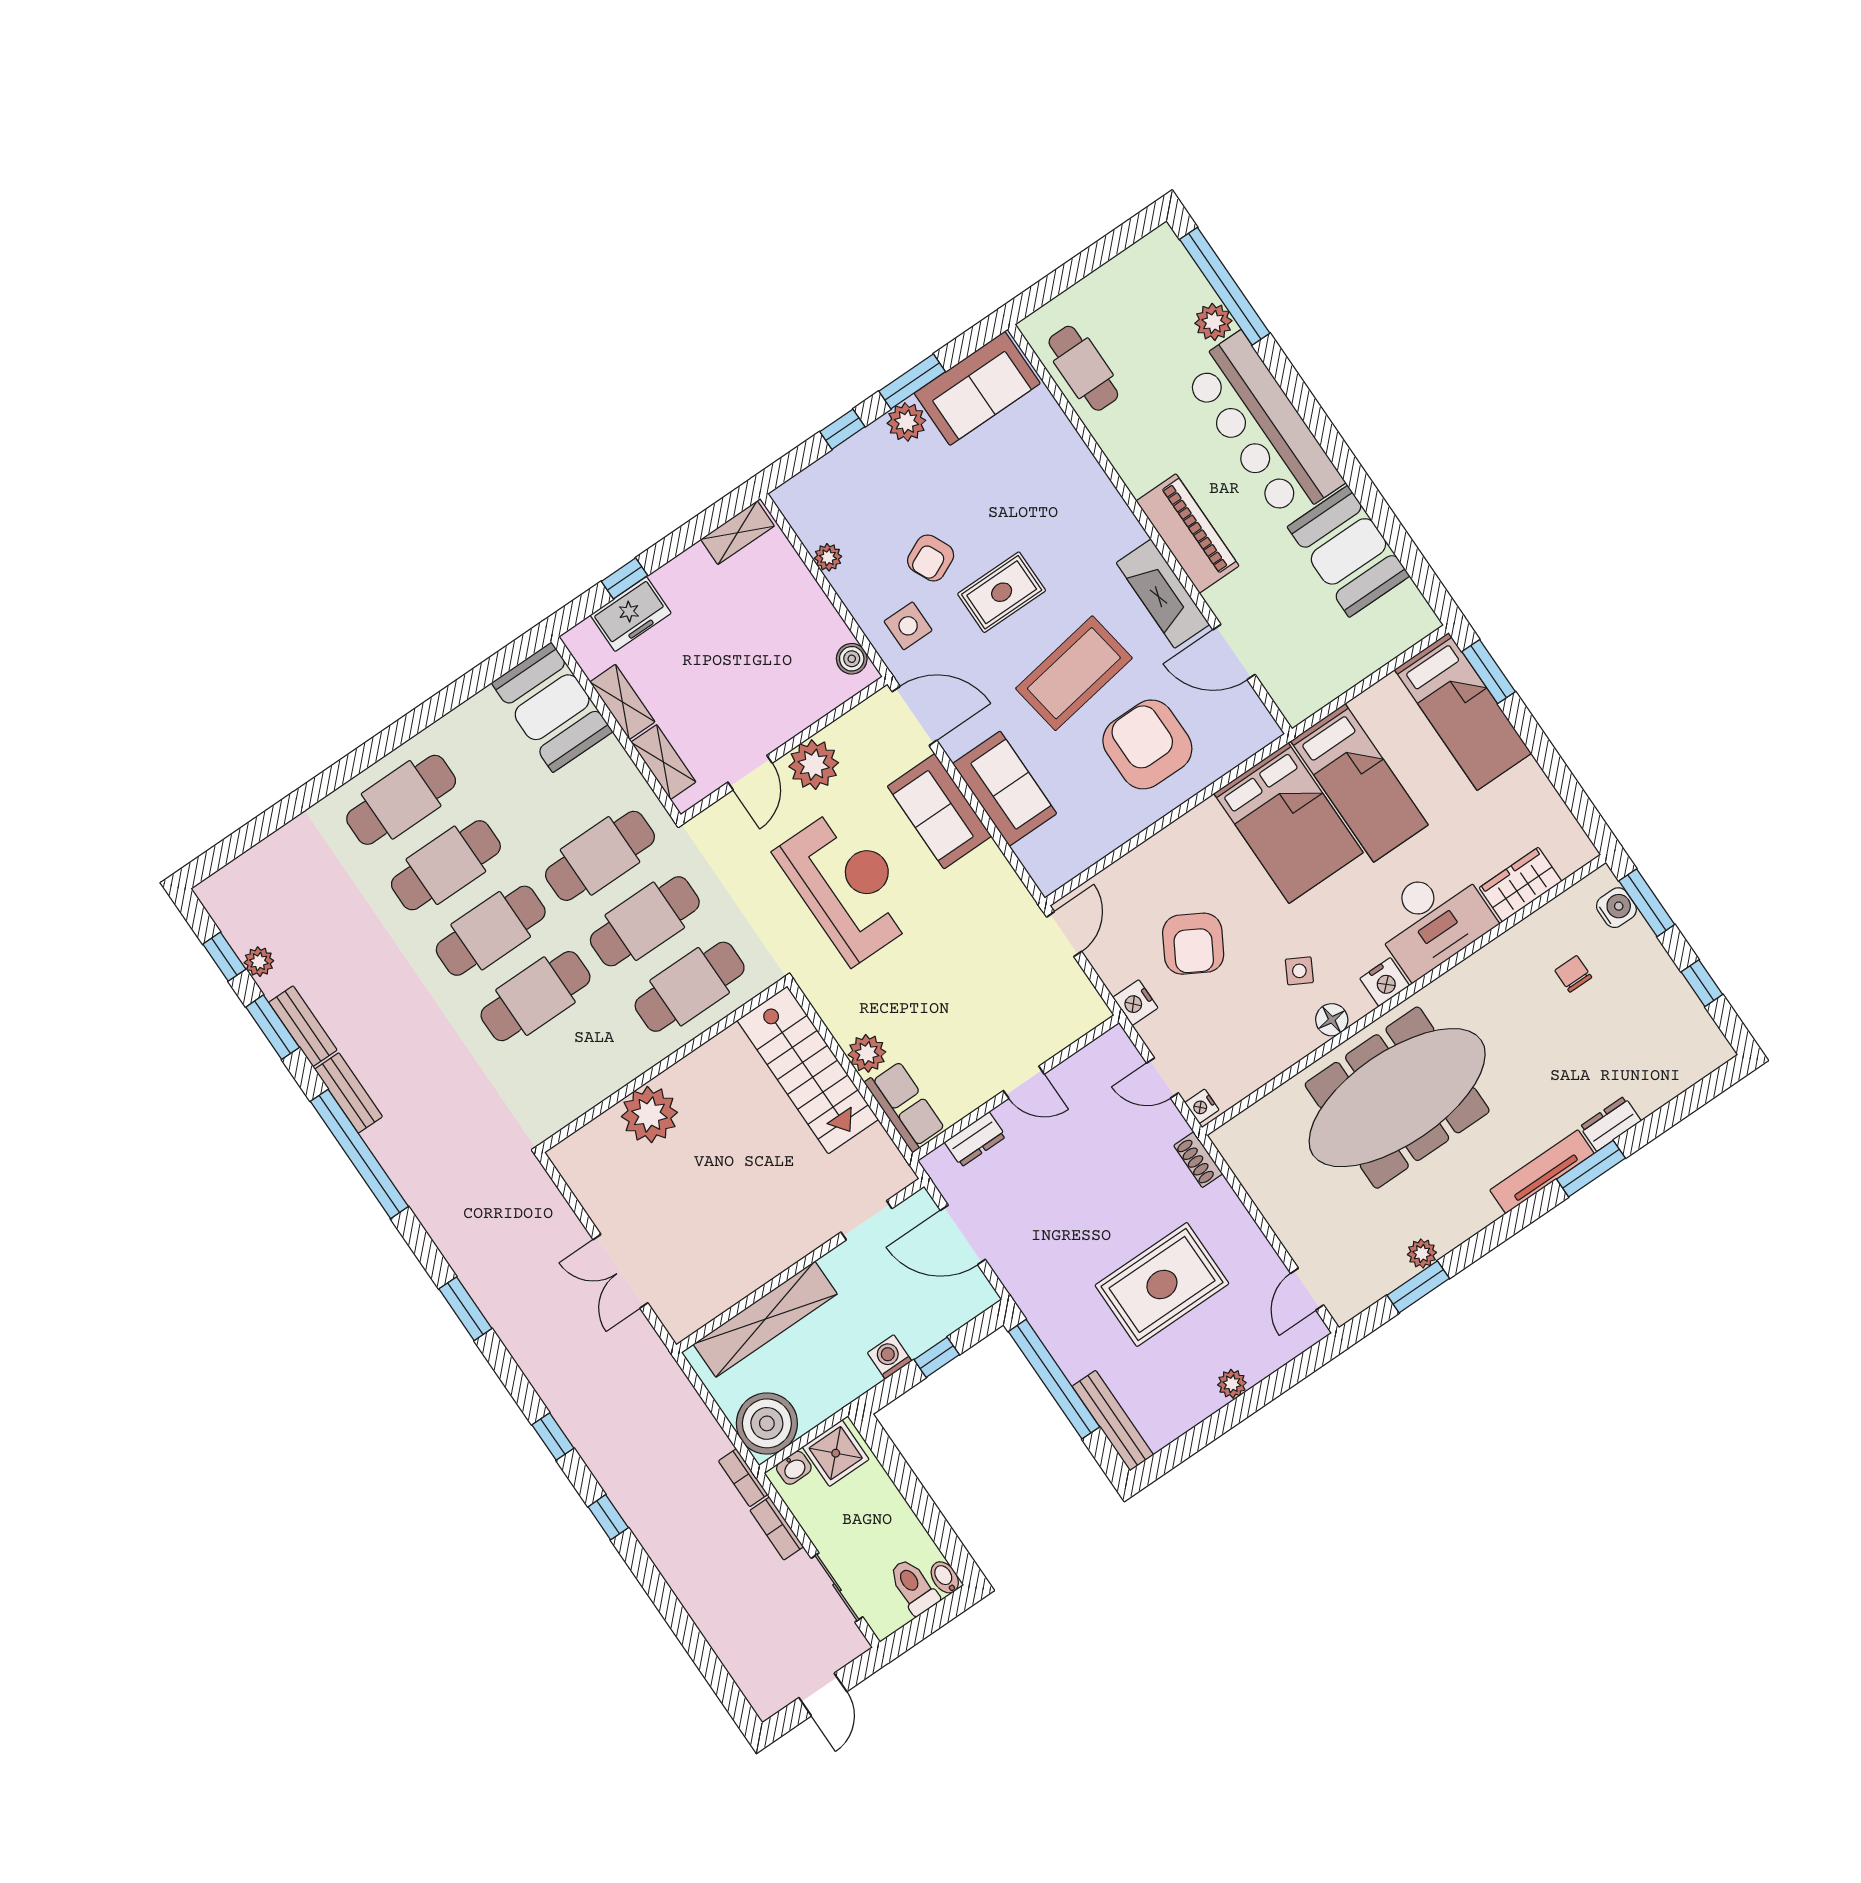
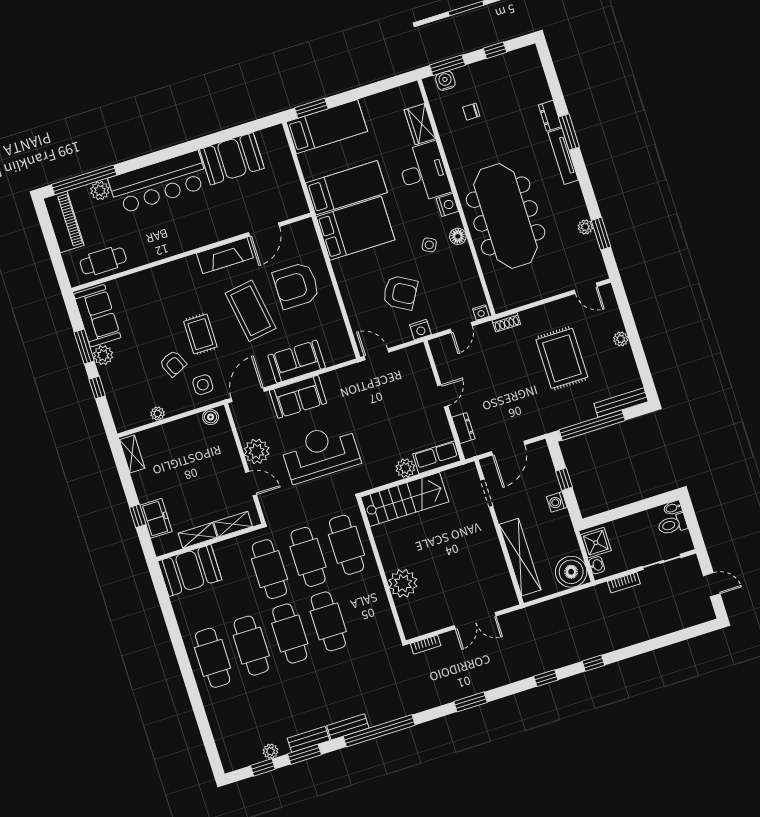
piano: (1187, 533) -> (64, 222), moved, turned 90
bookcase: (743, 1478) -> (426, 645), moved

